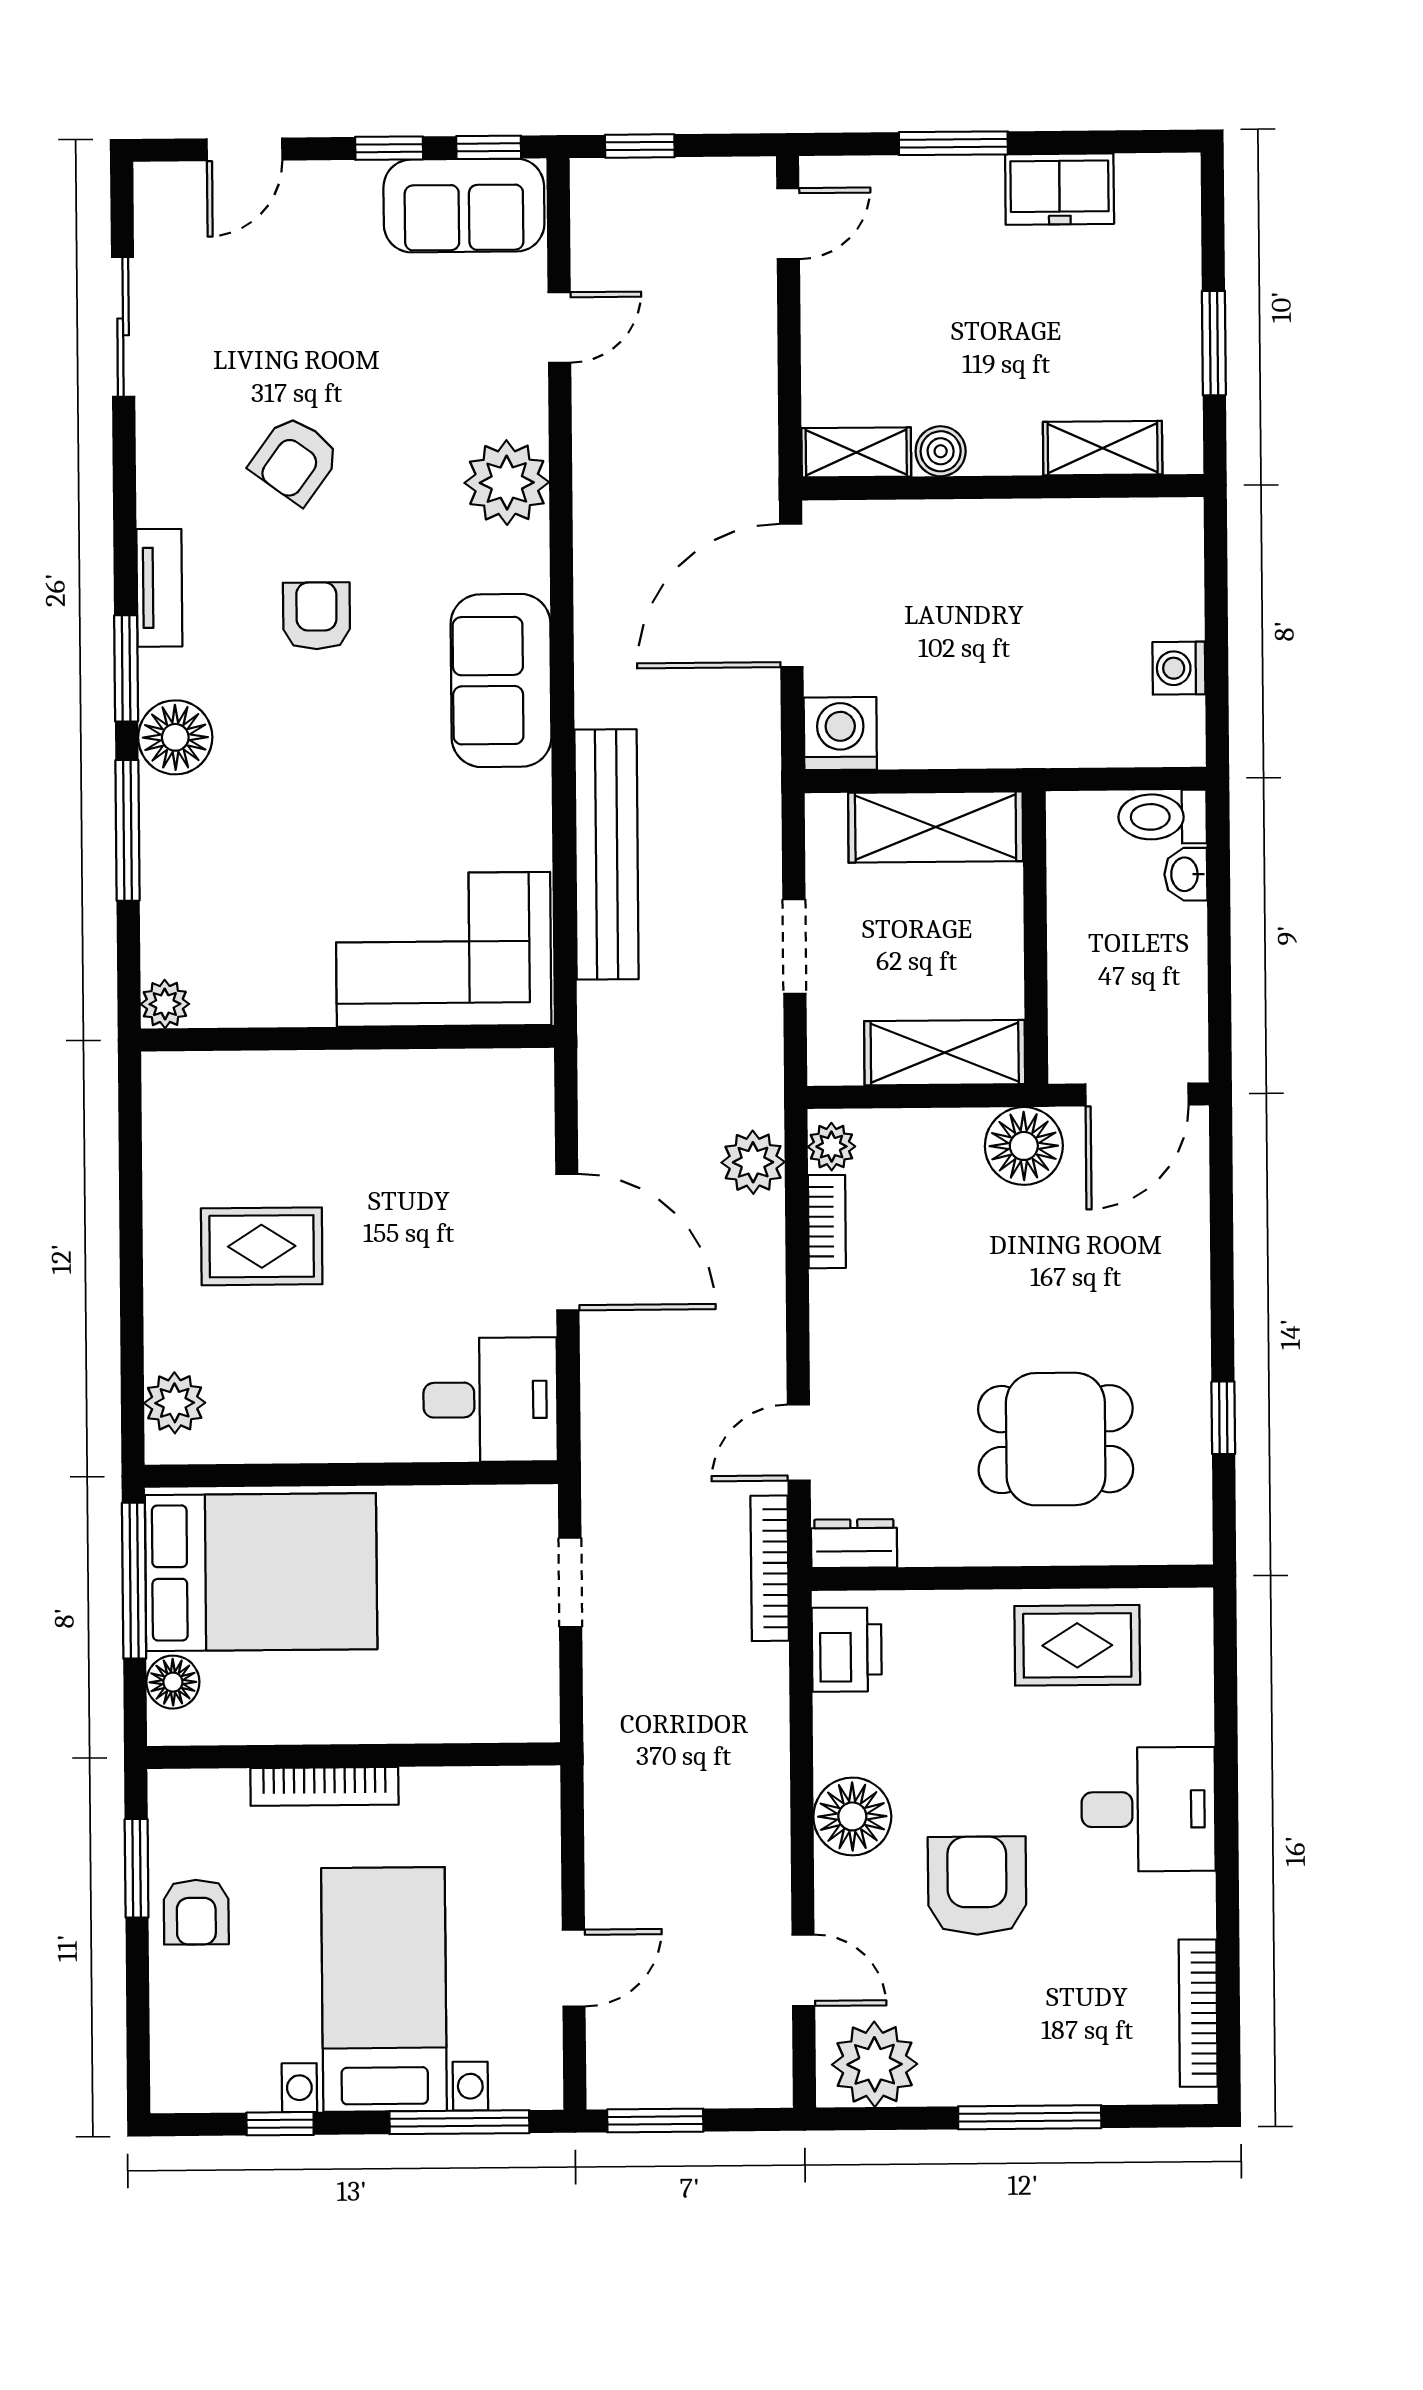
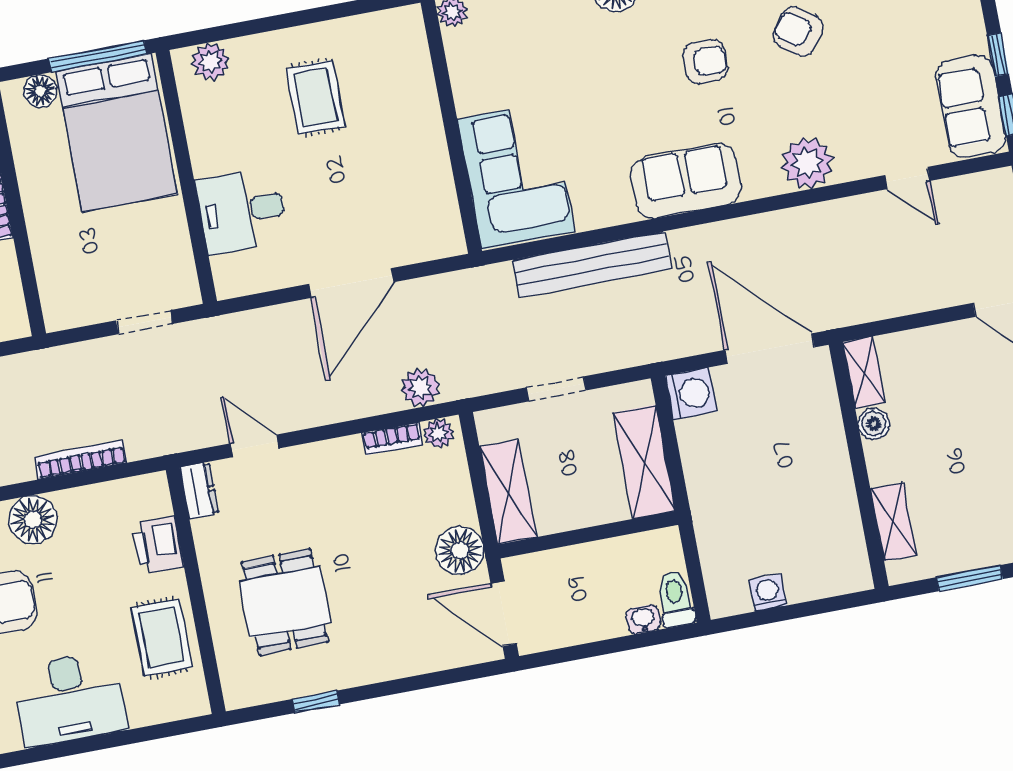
desk: (490, 1400) -> (242, 211), moved, turned 90
bookcase: (770, 1568) -> (81, 460), moved
printer: (847, 1650) -> (158, 545), moved, turned 90
desk: (1148, 1809) -> (70, 699), width x1.37

